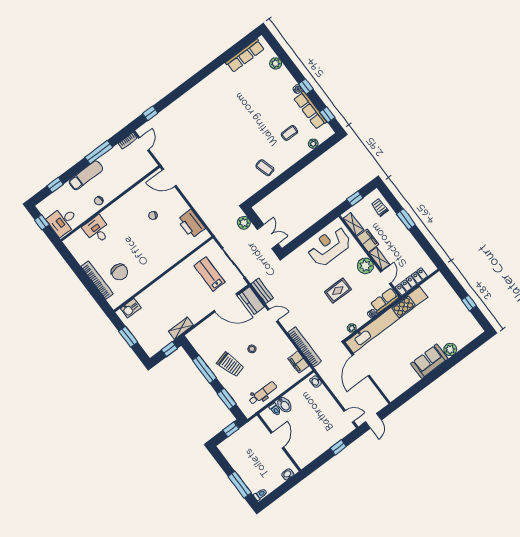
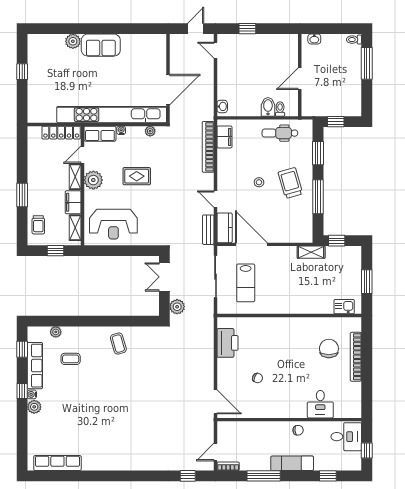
plant: (276, 63) -> (34, 407), moved

